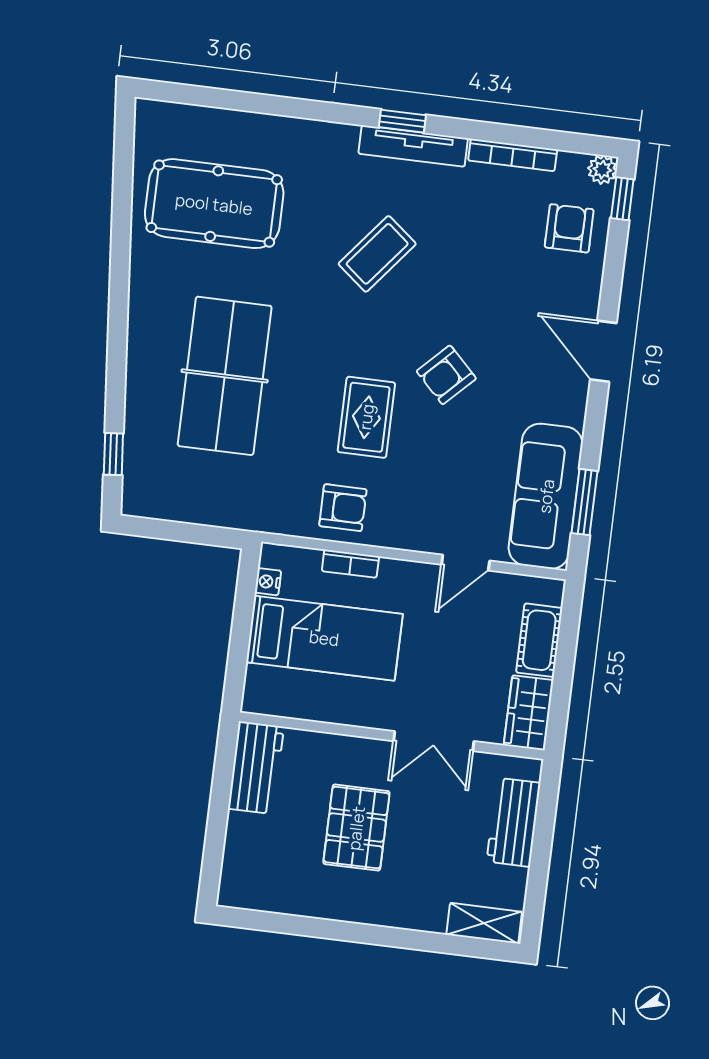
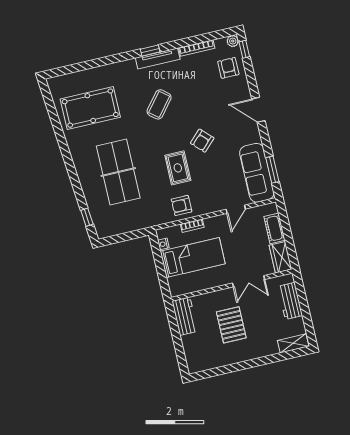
armchair: (343, 508) -> (182, 205), turned 180

